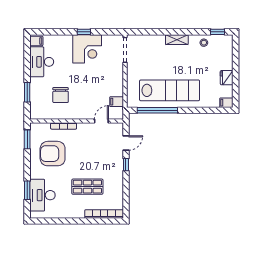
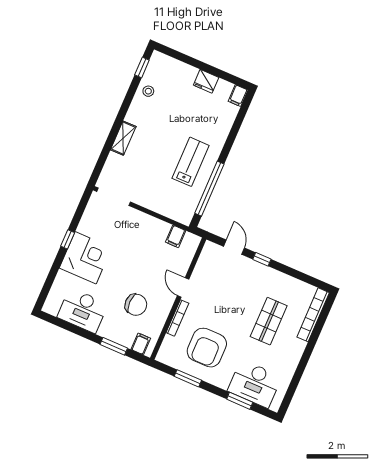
shelving: (177, 40) -> (123, 138), moved
filing cabinet: (36, 41) -> (141, 344), moved
corner desk: (87, 49) -> (86, 258), moved
lab bench: (170, 90) -> (191, 162), width x0.54, depth x0.72
door: (101, 121) -> (183, 287), moved
window: (27, 139) -> (188, 378), moved

